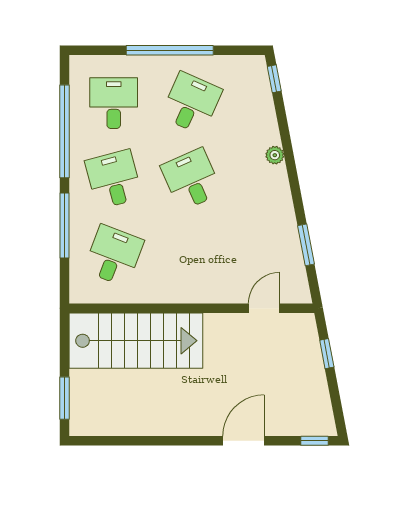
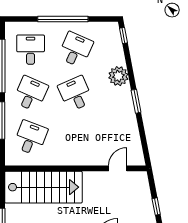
plant: (275, 155) -> (118, 76), width x1.88, depth x1.88
desk: (114, 179) -> (31, 94), turned 39
window: (306, 245) -> (136, 101), moved
window: (327, 354) -> (156, 207), moved

